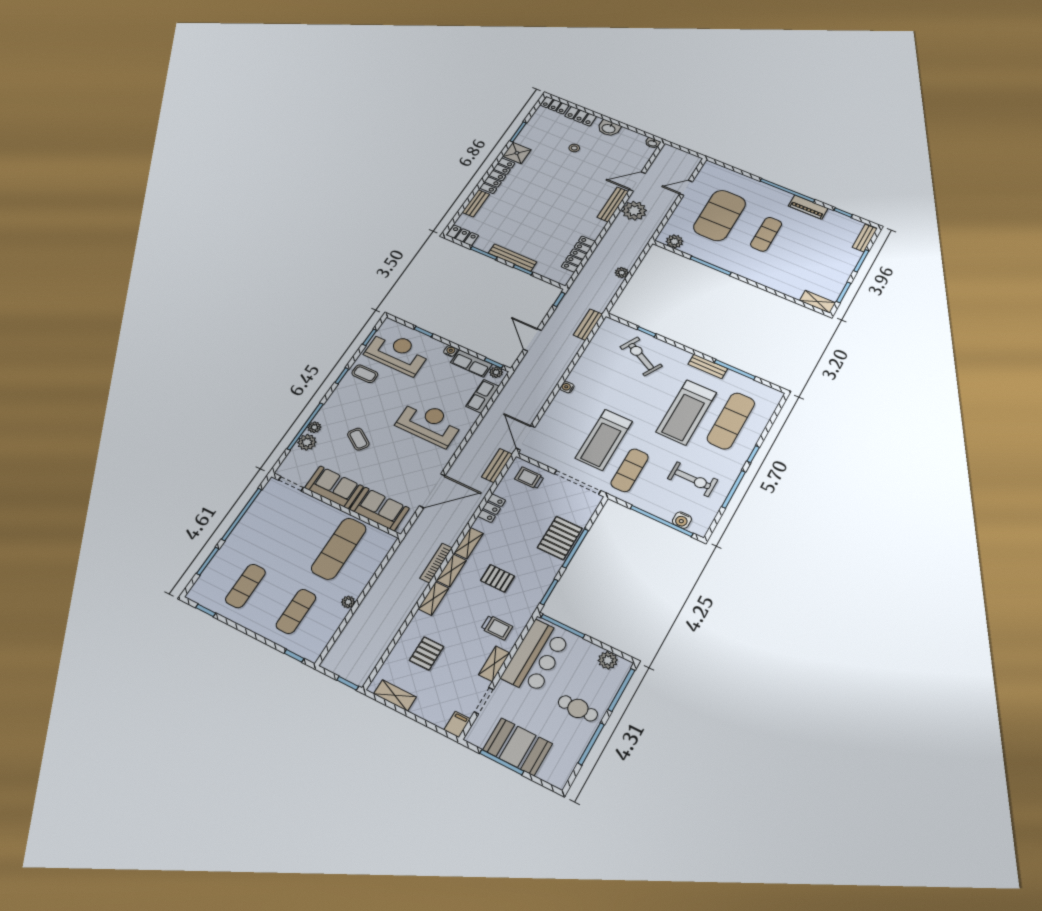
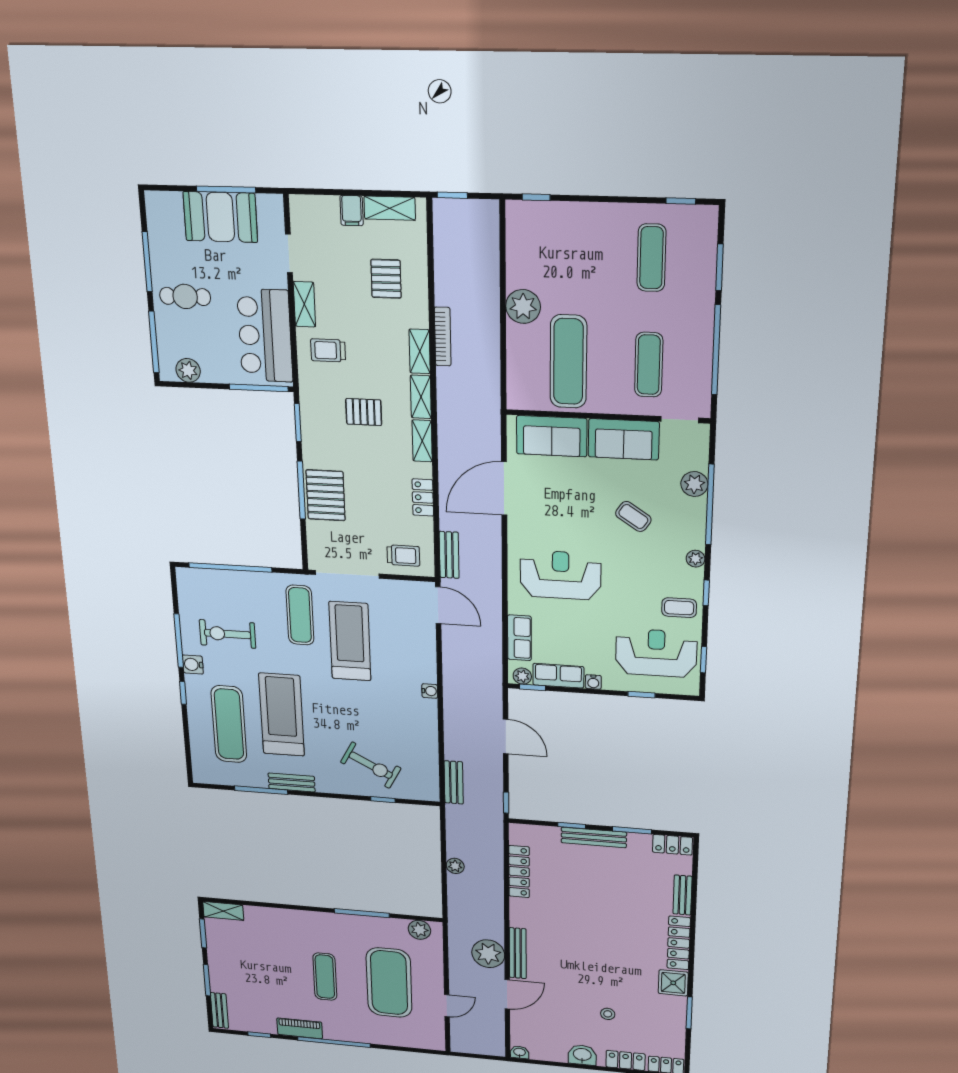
reception desk: (397, 353) -> (656, 653), turned 180
reception desk: (429, 423) -> (560, 575), turned 180
plant: (314, 427) -> (696, 559), moved
water cooler: (682, 520) -> (193, 665), moved, turned -90
bookcase: (436, 563) -> (443, 337), moved
plant: (348, 602) -> (523, 306), width x1.88, depth x1.88
exercise mat: (296, 611) -> (649, 365), moved
filing cabinet: (457, 724) -> (352, 211), moved

